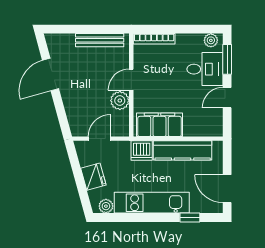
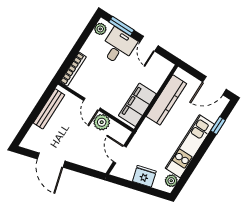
dishwasher: (142, 151) -> (148, 129), removed

